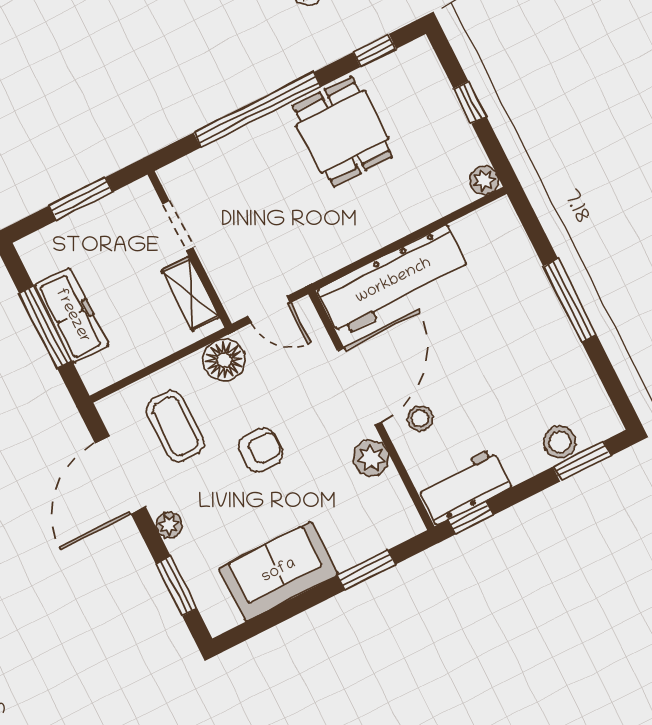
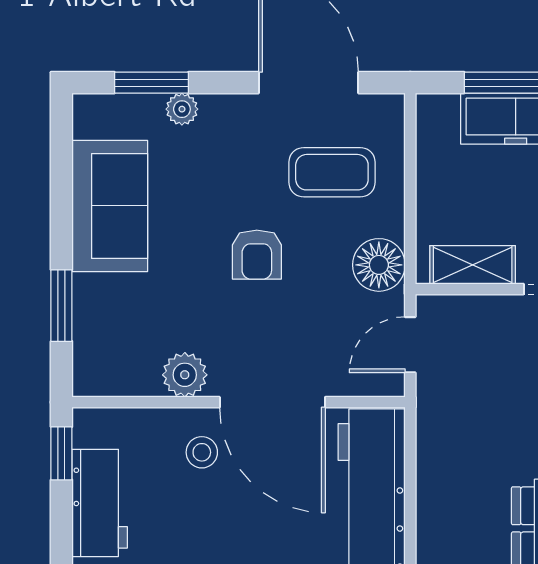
workbench: (464, 487) -> (100, 503), moved
plant: (169, 525) -> (182, 109), moved

